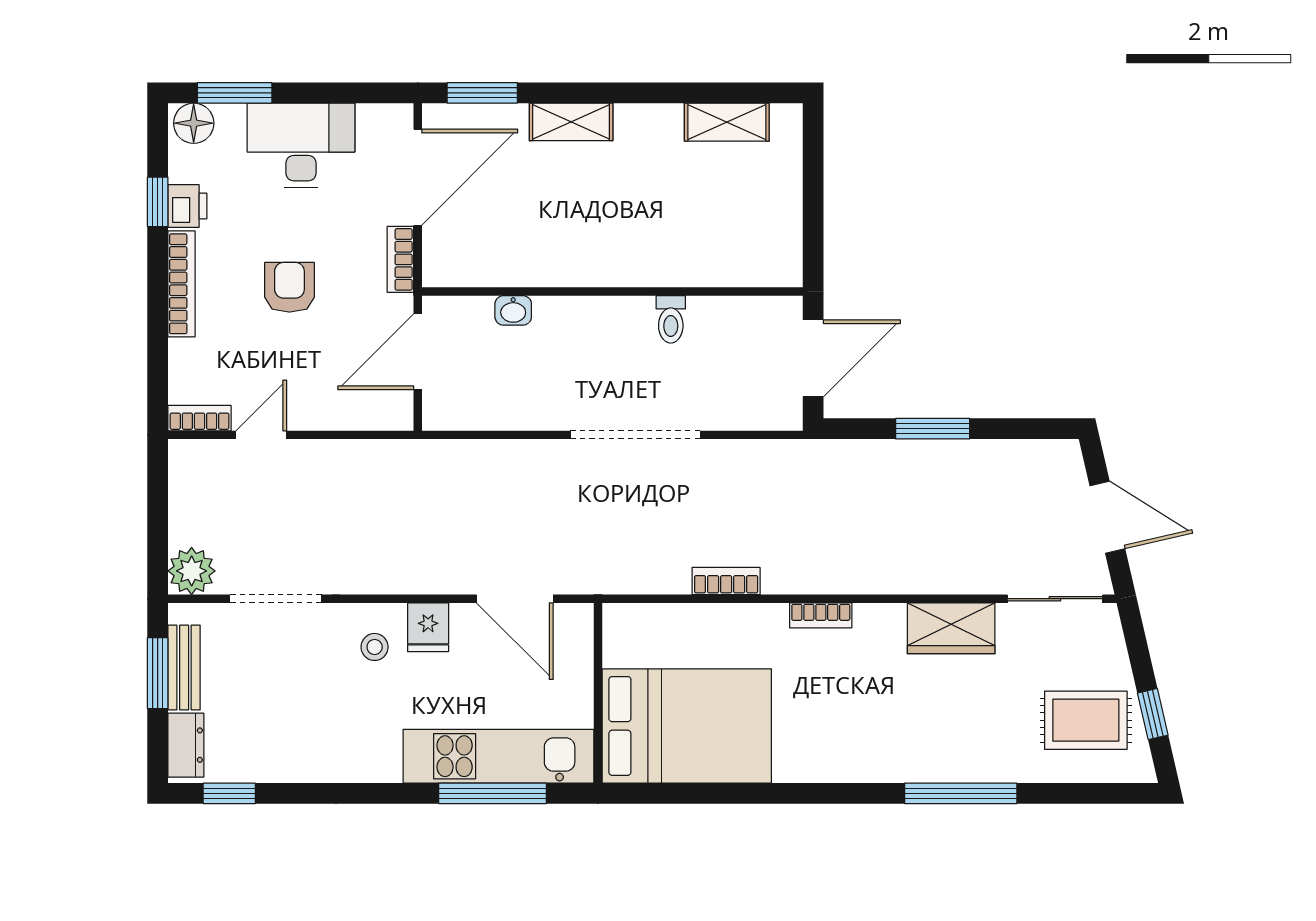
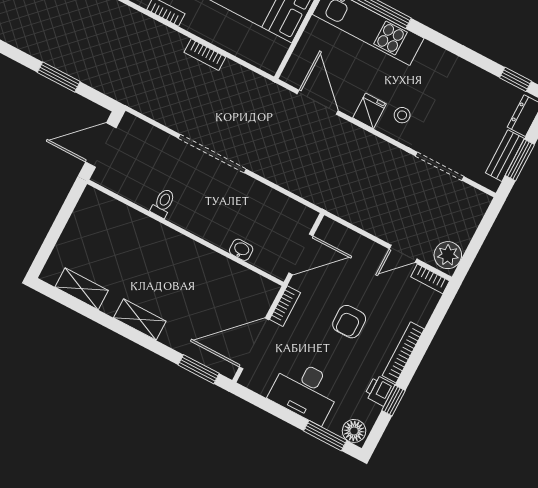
shelving: (571, 122) -> (140, 319), moved
plant: (192, 571) -> (448, 255), moved

